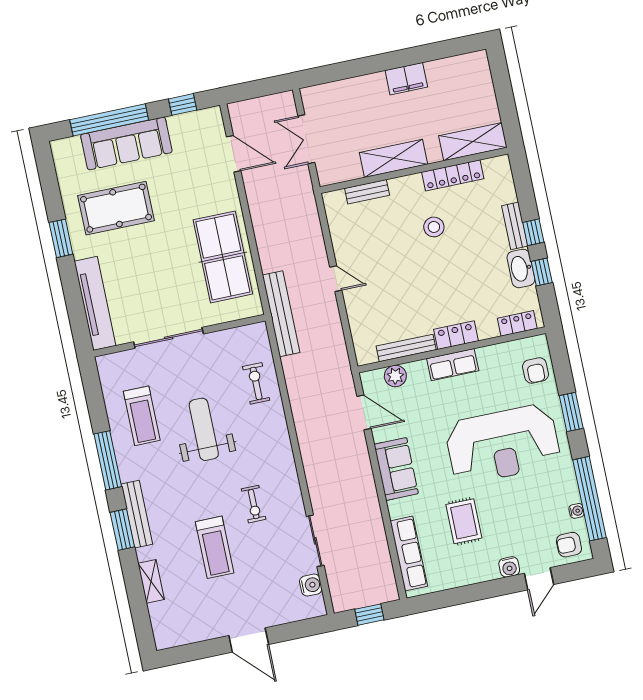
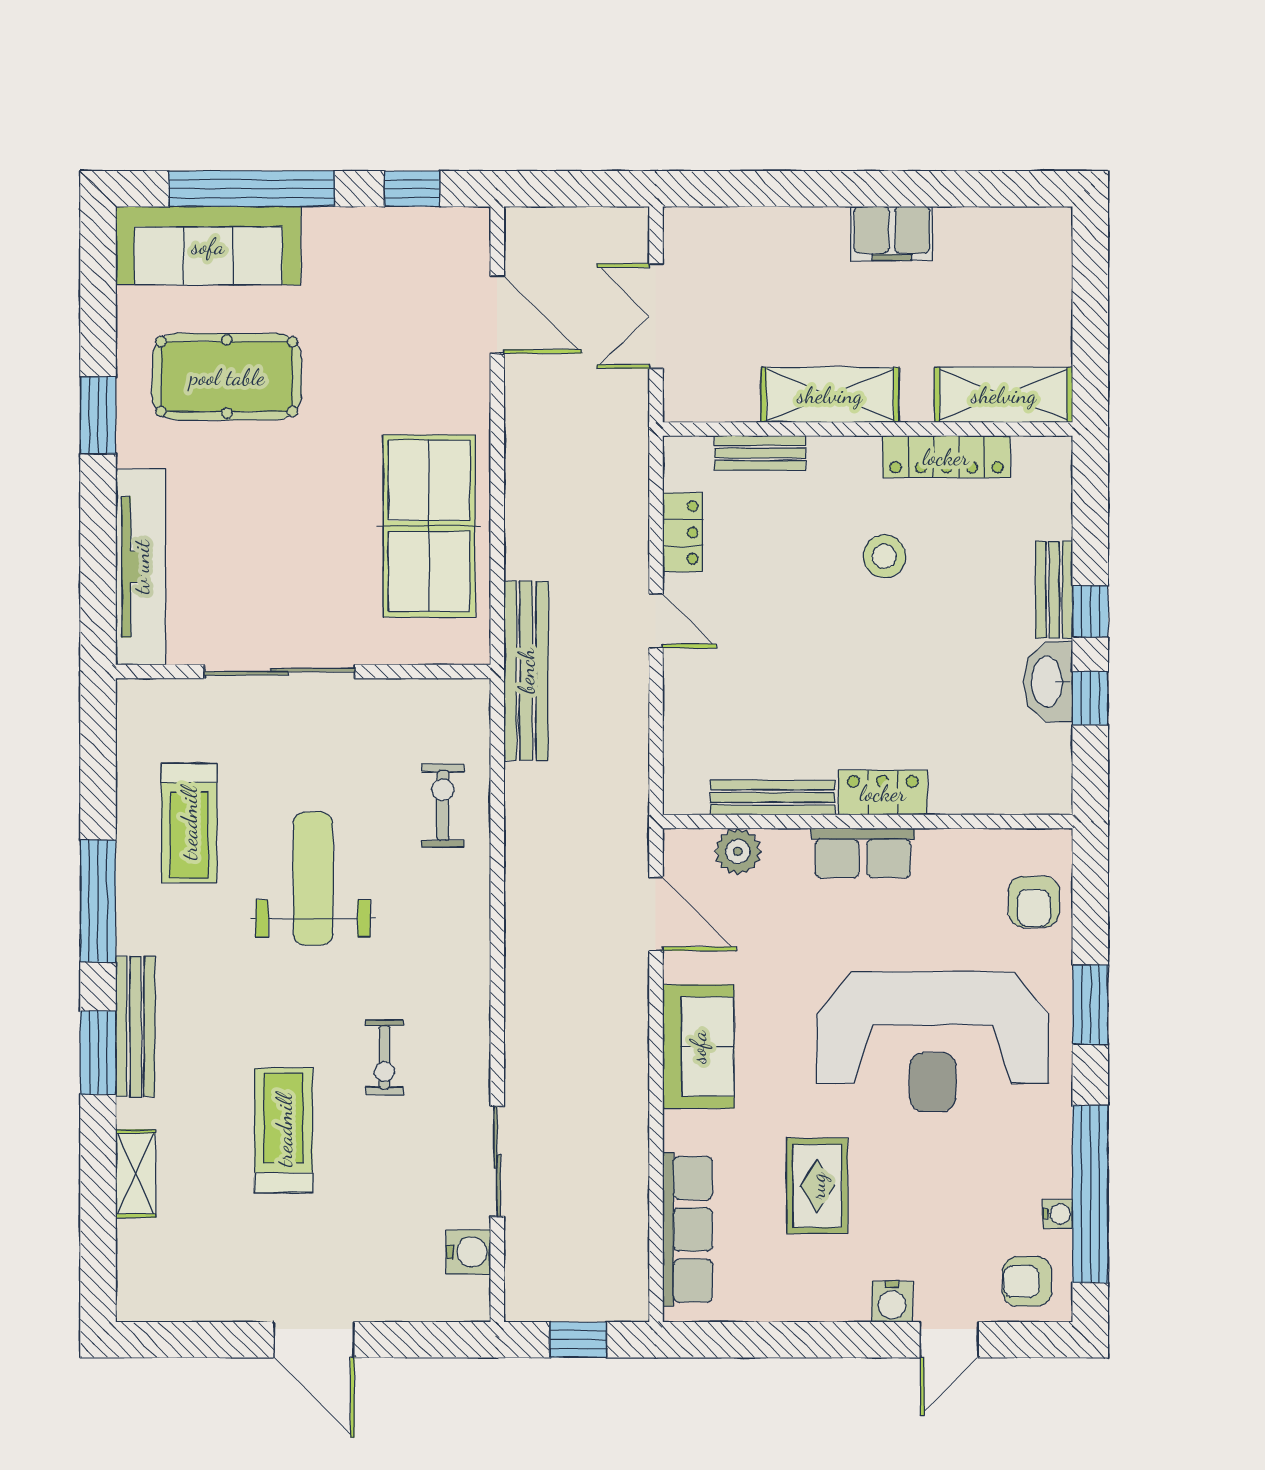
sofa: (126, 143) -> (208, 246), moved
locker: (517, 323) -> (683, 532), moved, turned 90
treadmill: (215, 547) -> (284, 1130), turned 180

